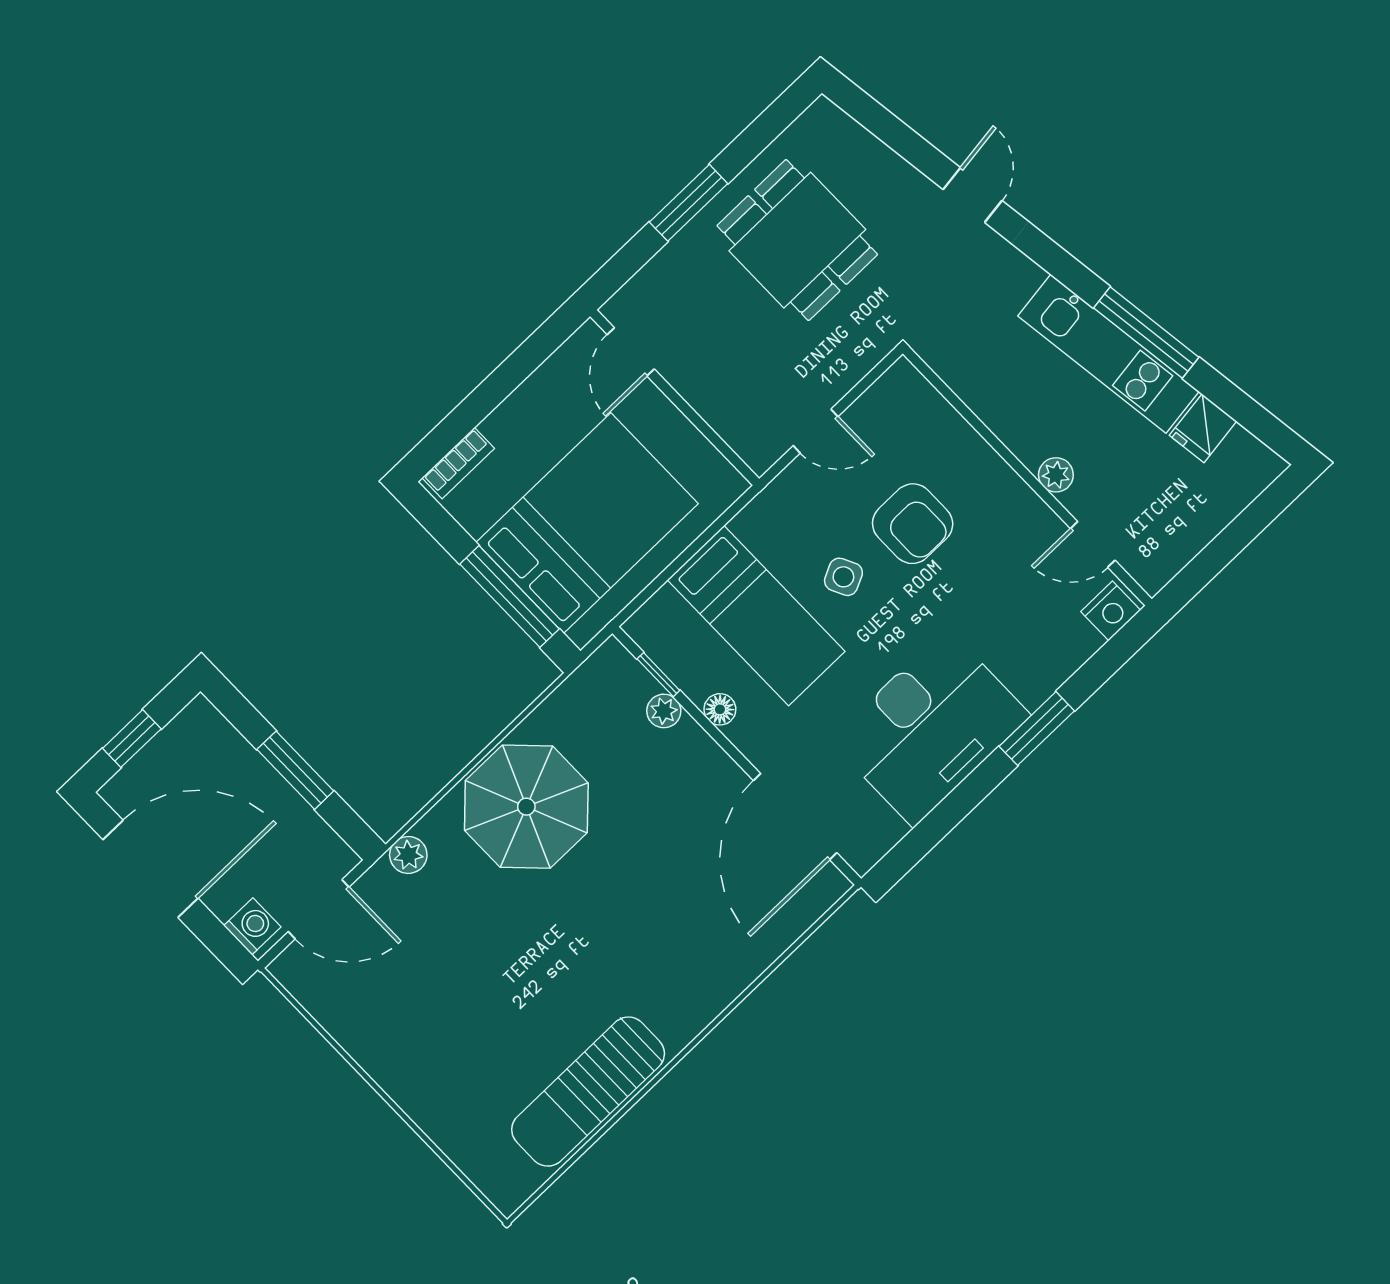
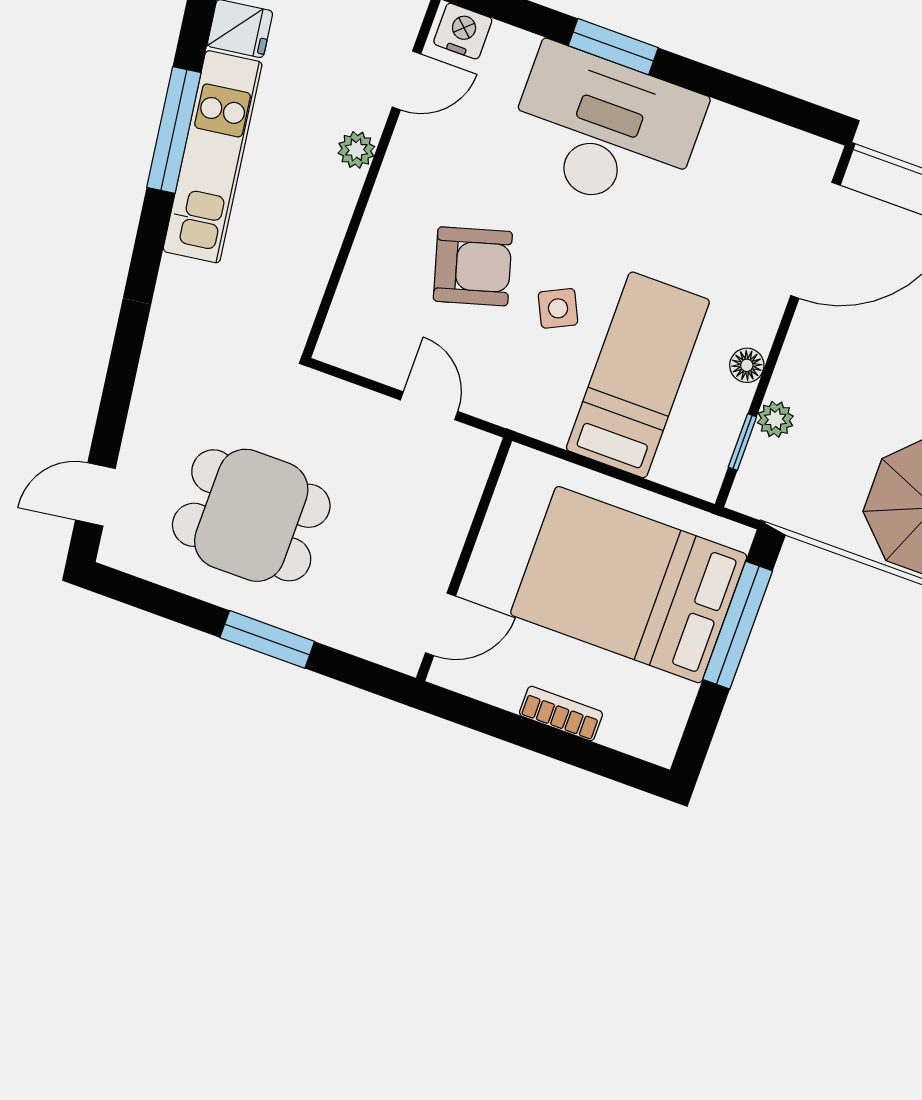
door: (972, 195) -> (95, 494), moved
dining table: (797, 240) -> (251, 515), turned 90
bookcase: (458, 463) -> (561, 714), moved
armchair: (913, 524) -> (473, 266), turned 74
door: (1093, 544) -> (407, 81), hinge flipped
desk: (930, 728) -> (605, 130), moved

